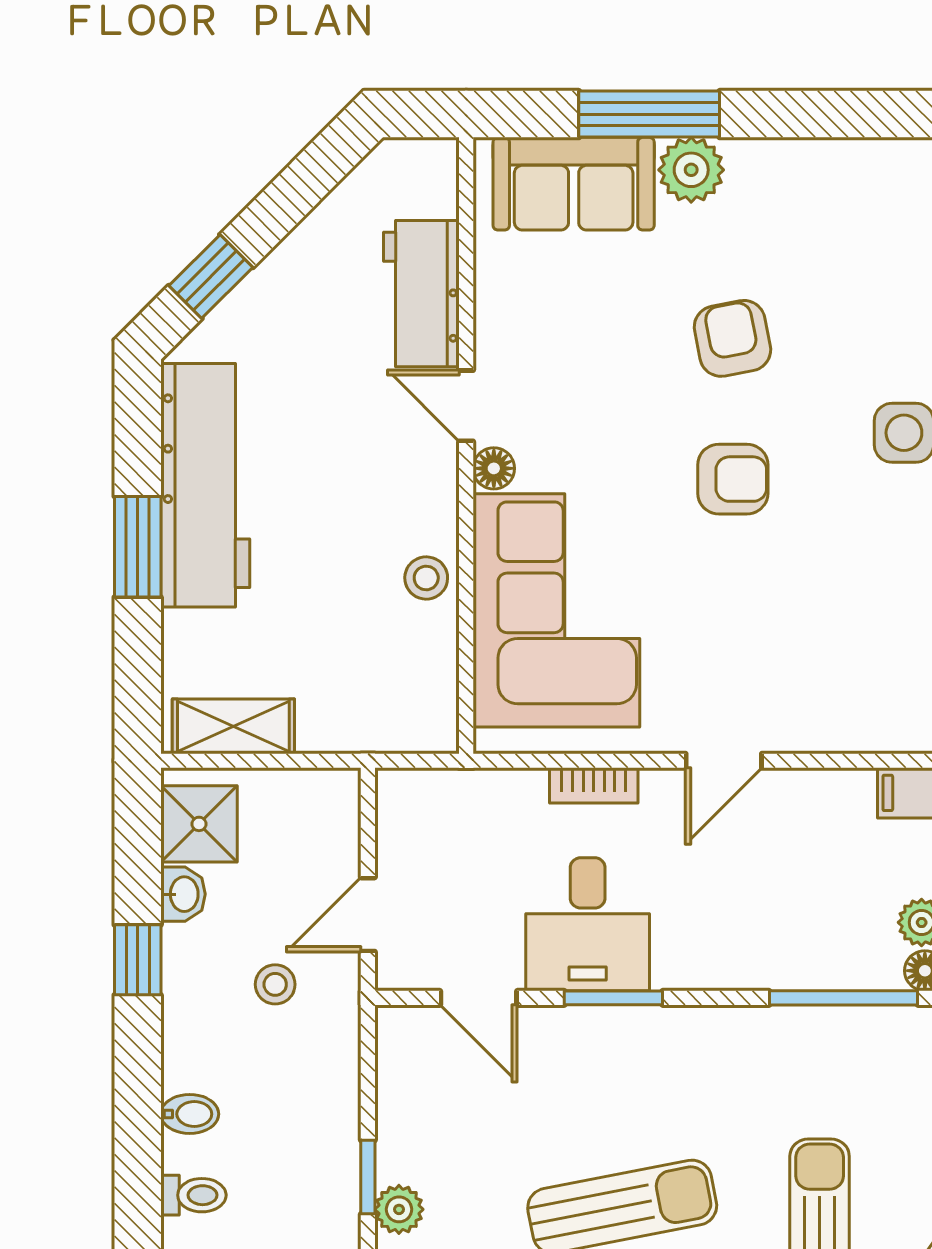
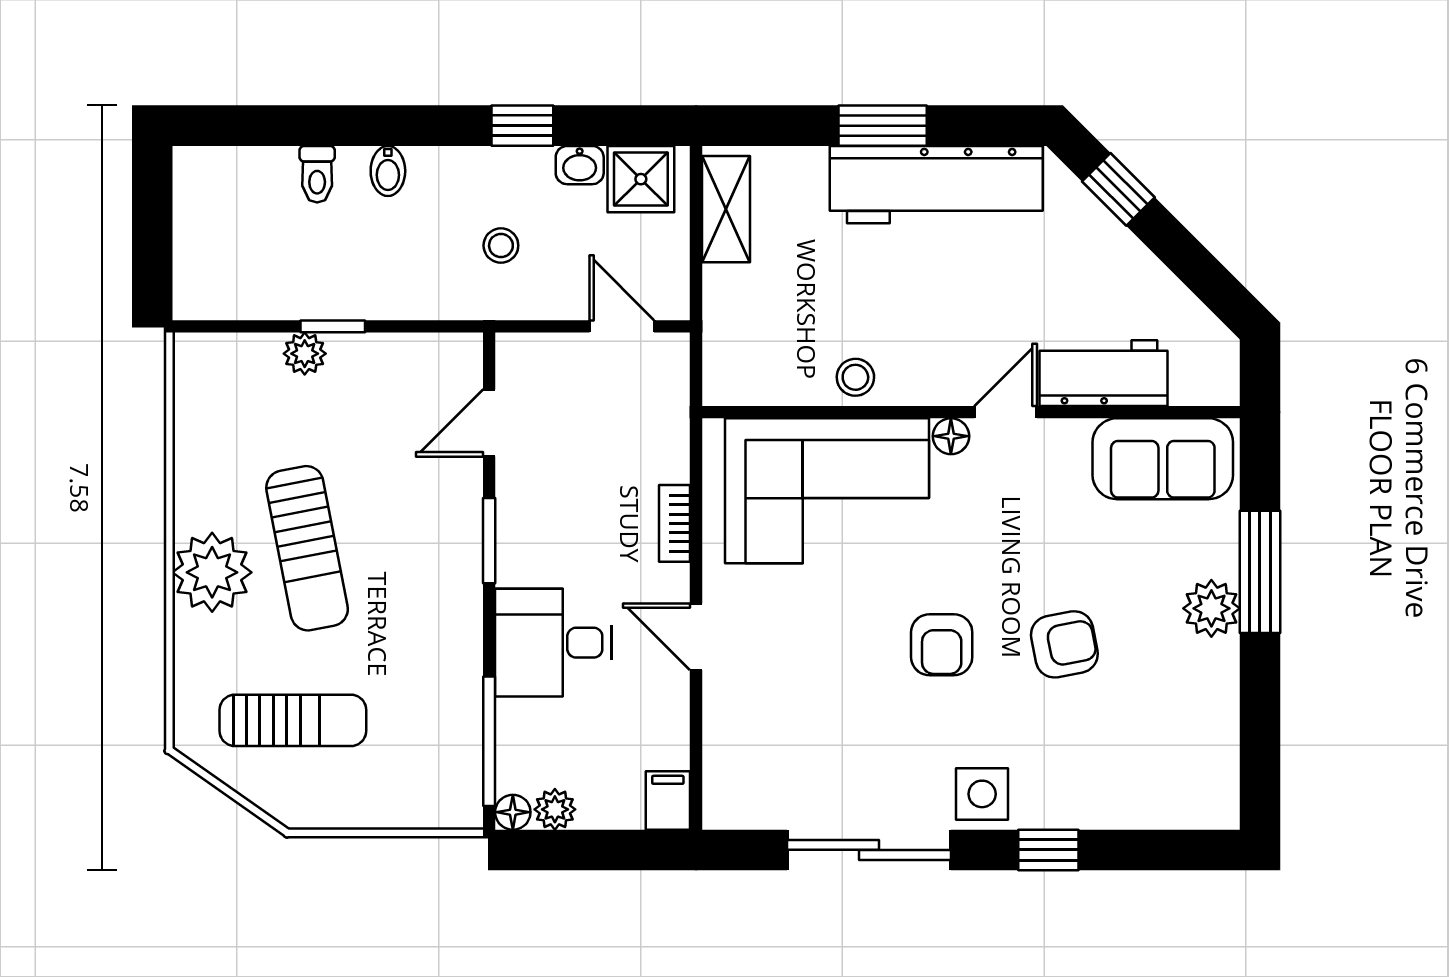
sofa: (574, 184) -> (1163, 459), moved, turned -90
door: (368, 915) -> (622, 326), moved
desk: (588, 924) -> (553, 643), moved

